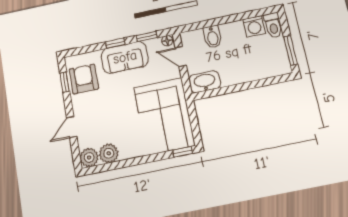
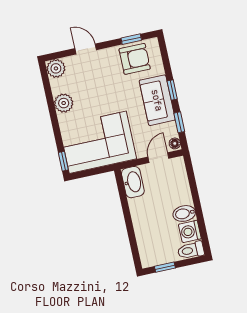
bidet: (213, 37) -> (184, 213), moved
window: (291, 51) -> (165, 267), width x0.67
plant: (109, 153) -> (64, 103), moved

